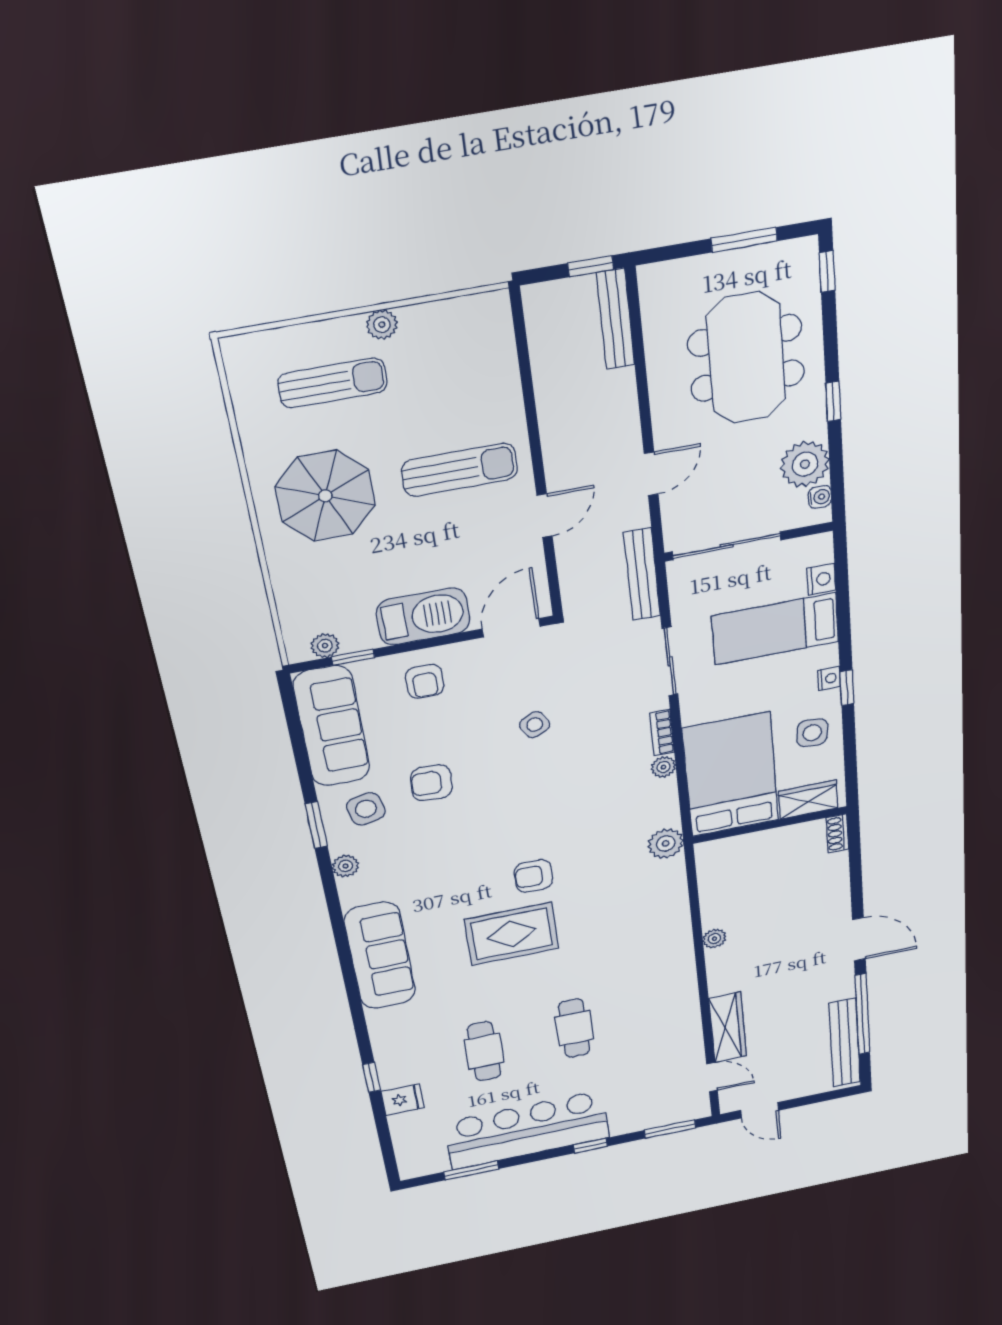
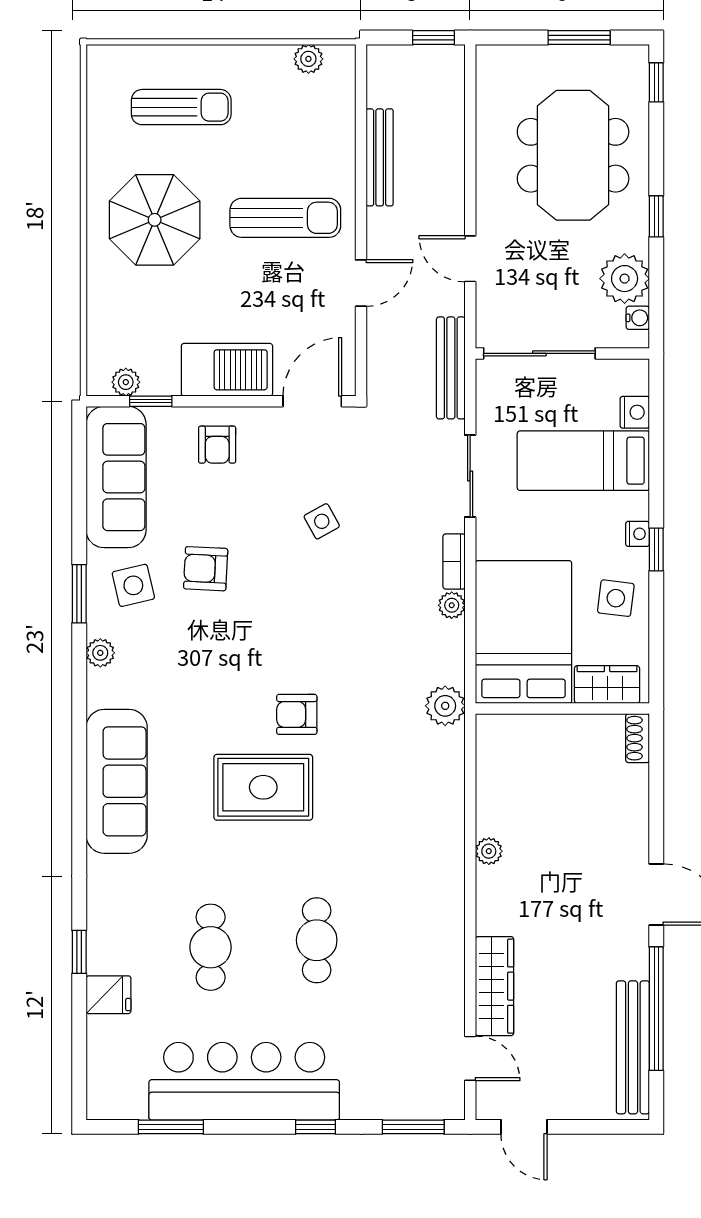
bench: (616, 319) -> (380, 157), moved
plant: (382, 325) -> (308, 59), moved
door: (651, 474) -> (470, 259), swing flipped

